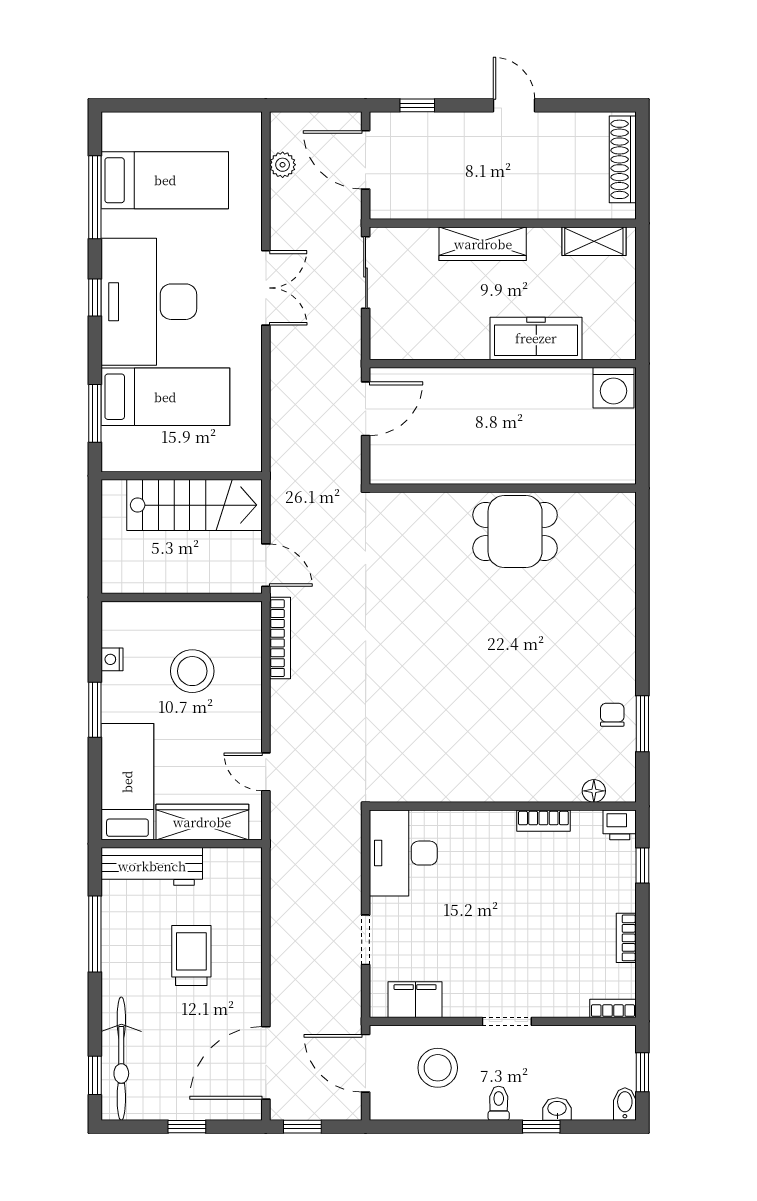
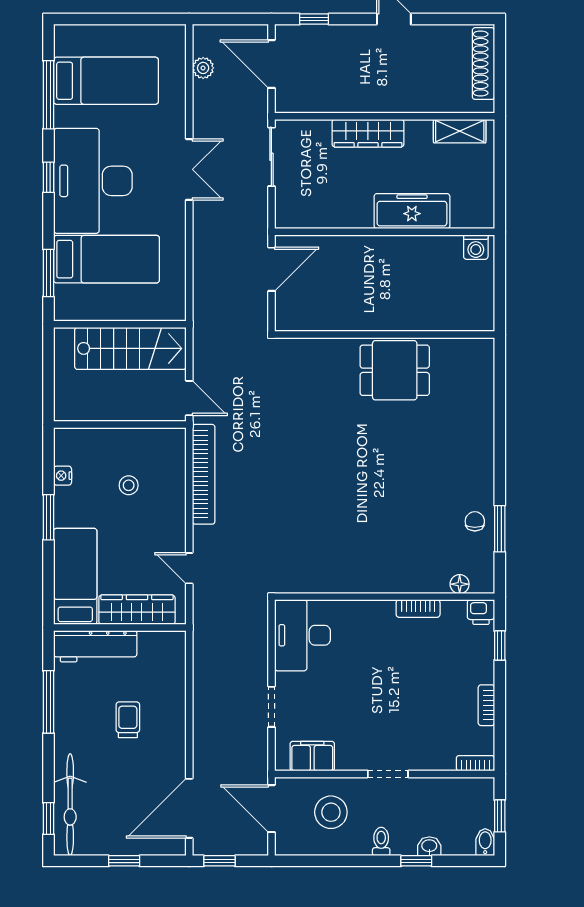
washing machine: (613, 388) -> (476, 247), width x0.73, depth x0.73
bookcase: (280, 638) -> (204, 474), width x1.48, depth x1.31
stool: (192, 671) -> (129, 485), width x0.53, depth x0.53
trolley: (191, 956) -> (128, 720), width x0.73, depth x0.72

